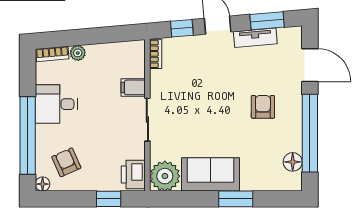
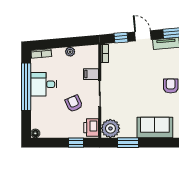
plant: (78, 53) -> (70, 52), moved
window: (28, 135) -> (26, 87), moved
armchair: (66, 162) -> (74, 104), moved
sofa: (210, 174) -> (155, 127), moved
window: (236, 199) -> (128, 143), moved

